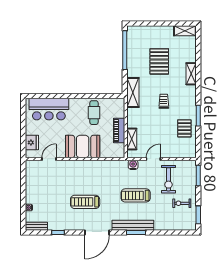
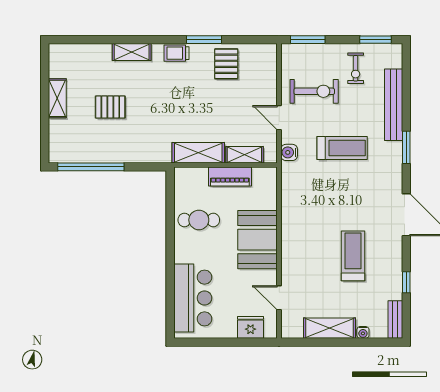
shelving: (185, 31) -> (57, 98), moved
pallet: (159, 61) -> (110, 107), width x0.67, depth x0.71
shelving: (133, 93) -> (198, 153), moved
trolley: (164, 101) -> (176, 53), moved
pallet: (184, 128) -> (226, 64), turned 90
shelving: (31, 188) -> (330, 328), added
treadmill: (136, 195) -> (342, 148), turned -90
treadmill: (85, 202) -> (353, 256), moved, turned 180
bench: (133, 225) -> (394, 105), moved

